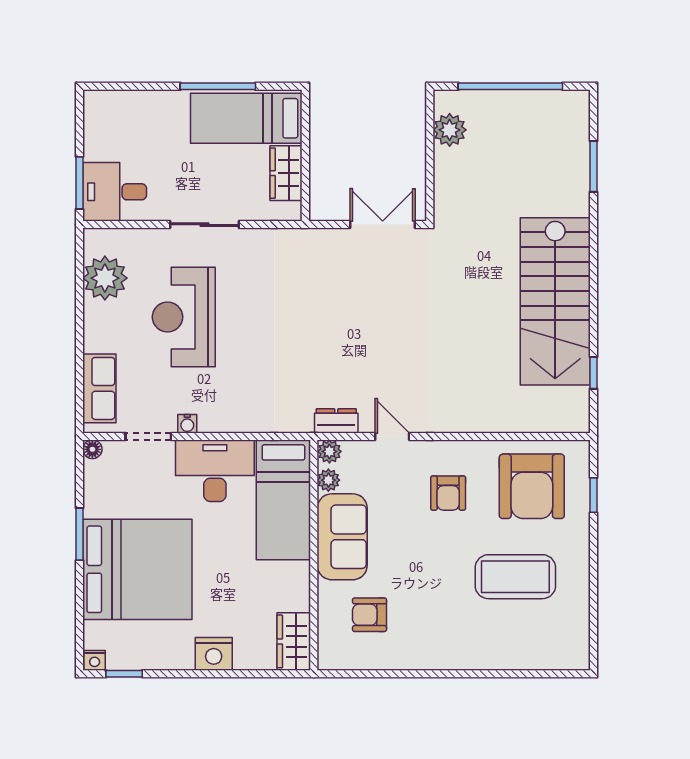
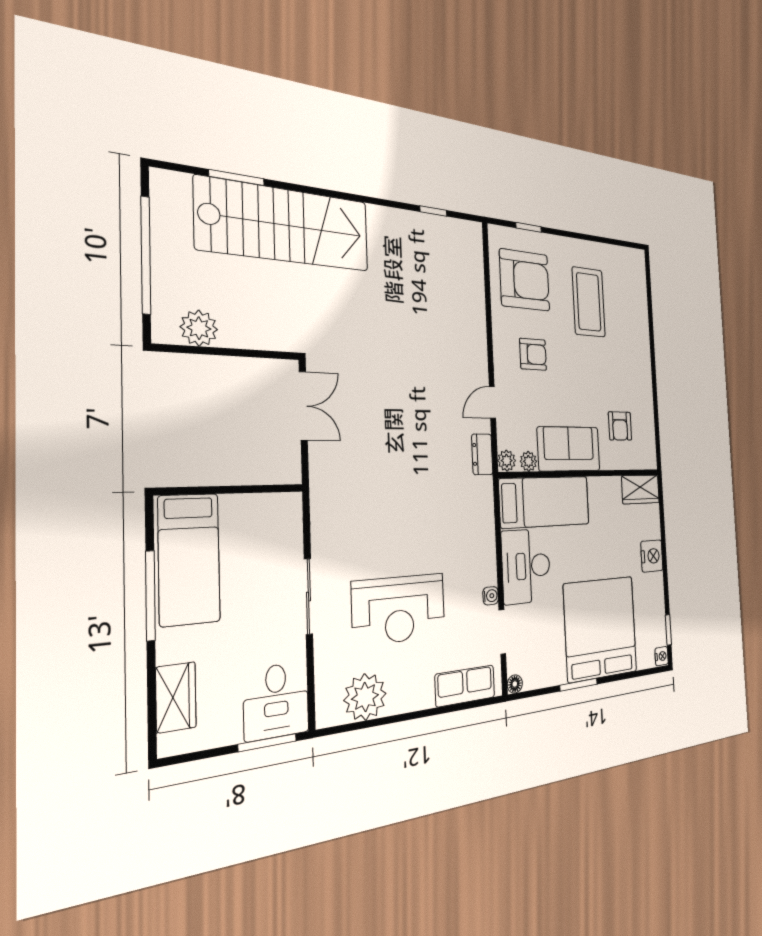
wardrobe: (286, 173) -> (176, 697), moved, turned -90
double door: (383, 225) -> (303, 406), swing flipped
stairs: (555, 301) -> (285, 225), moved

